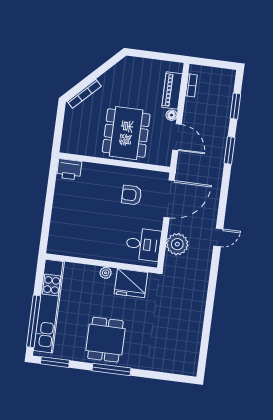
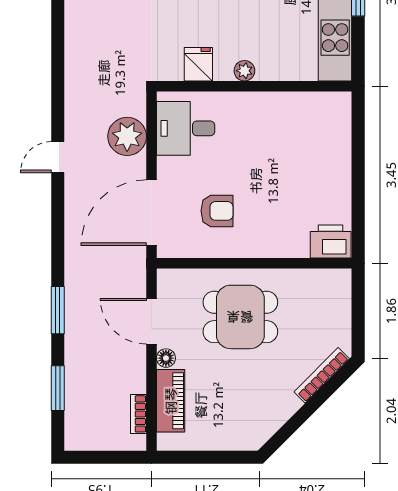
dining table: (126, 133) -> (240, 317), width x0.73
fridge: (131, 283) -> (198, 64), width x0.53, depth x0.75

